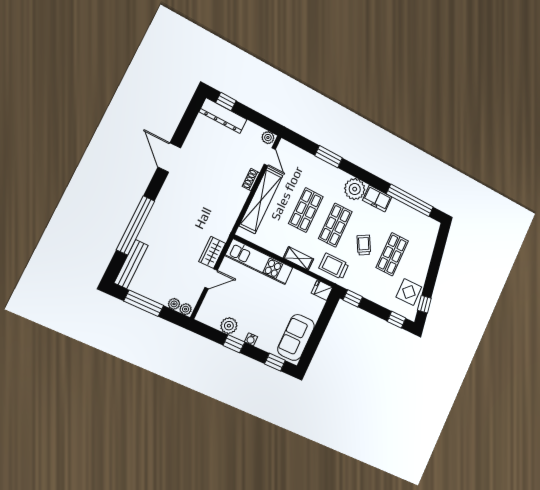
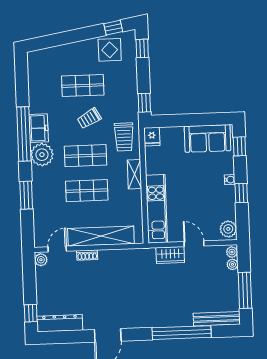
dresser: (223, 116) -> (60, 323), moved, turned -90
window: (410, 200) -> (24, 134), moved
plant: (229, 326) -> (228, 229), moved

